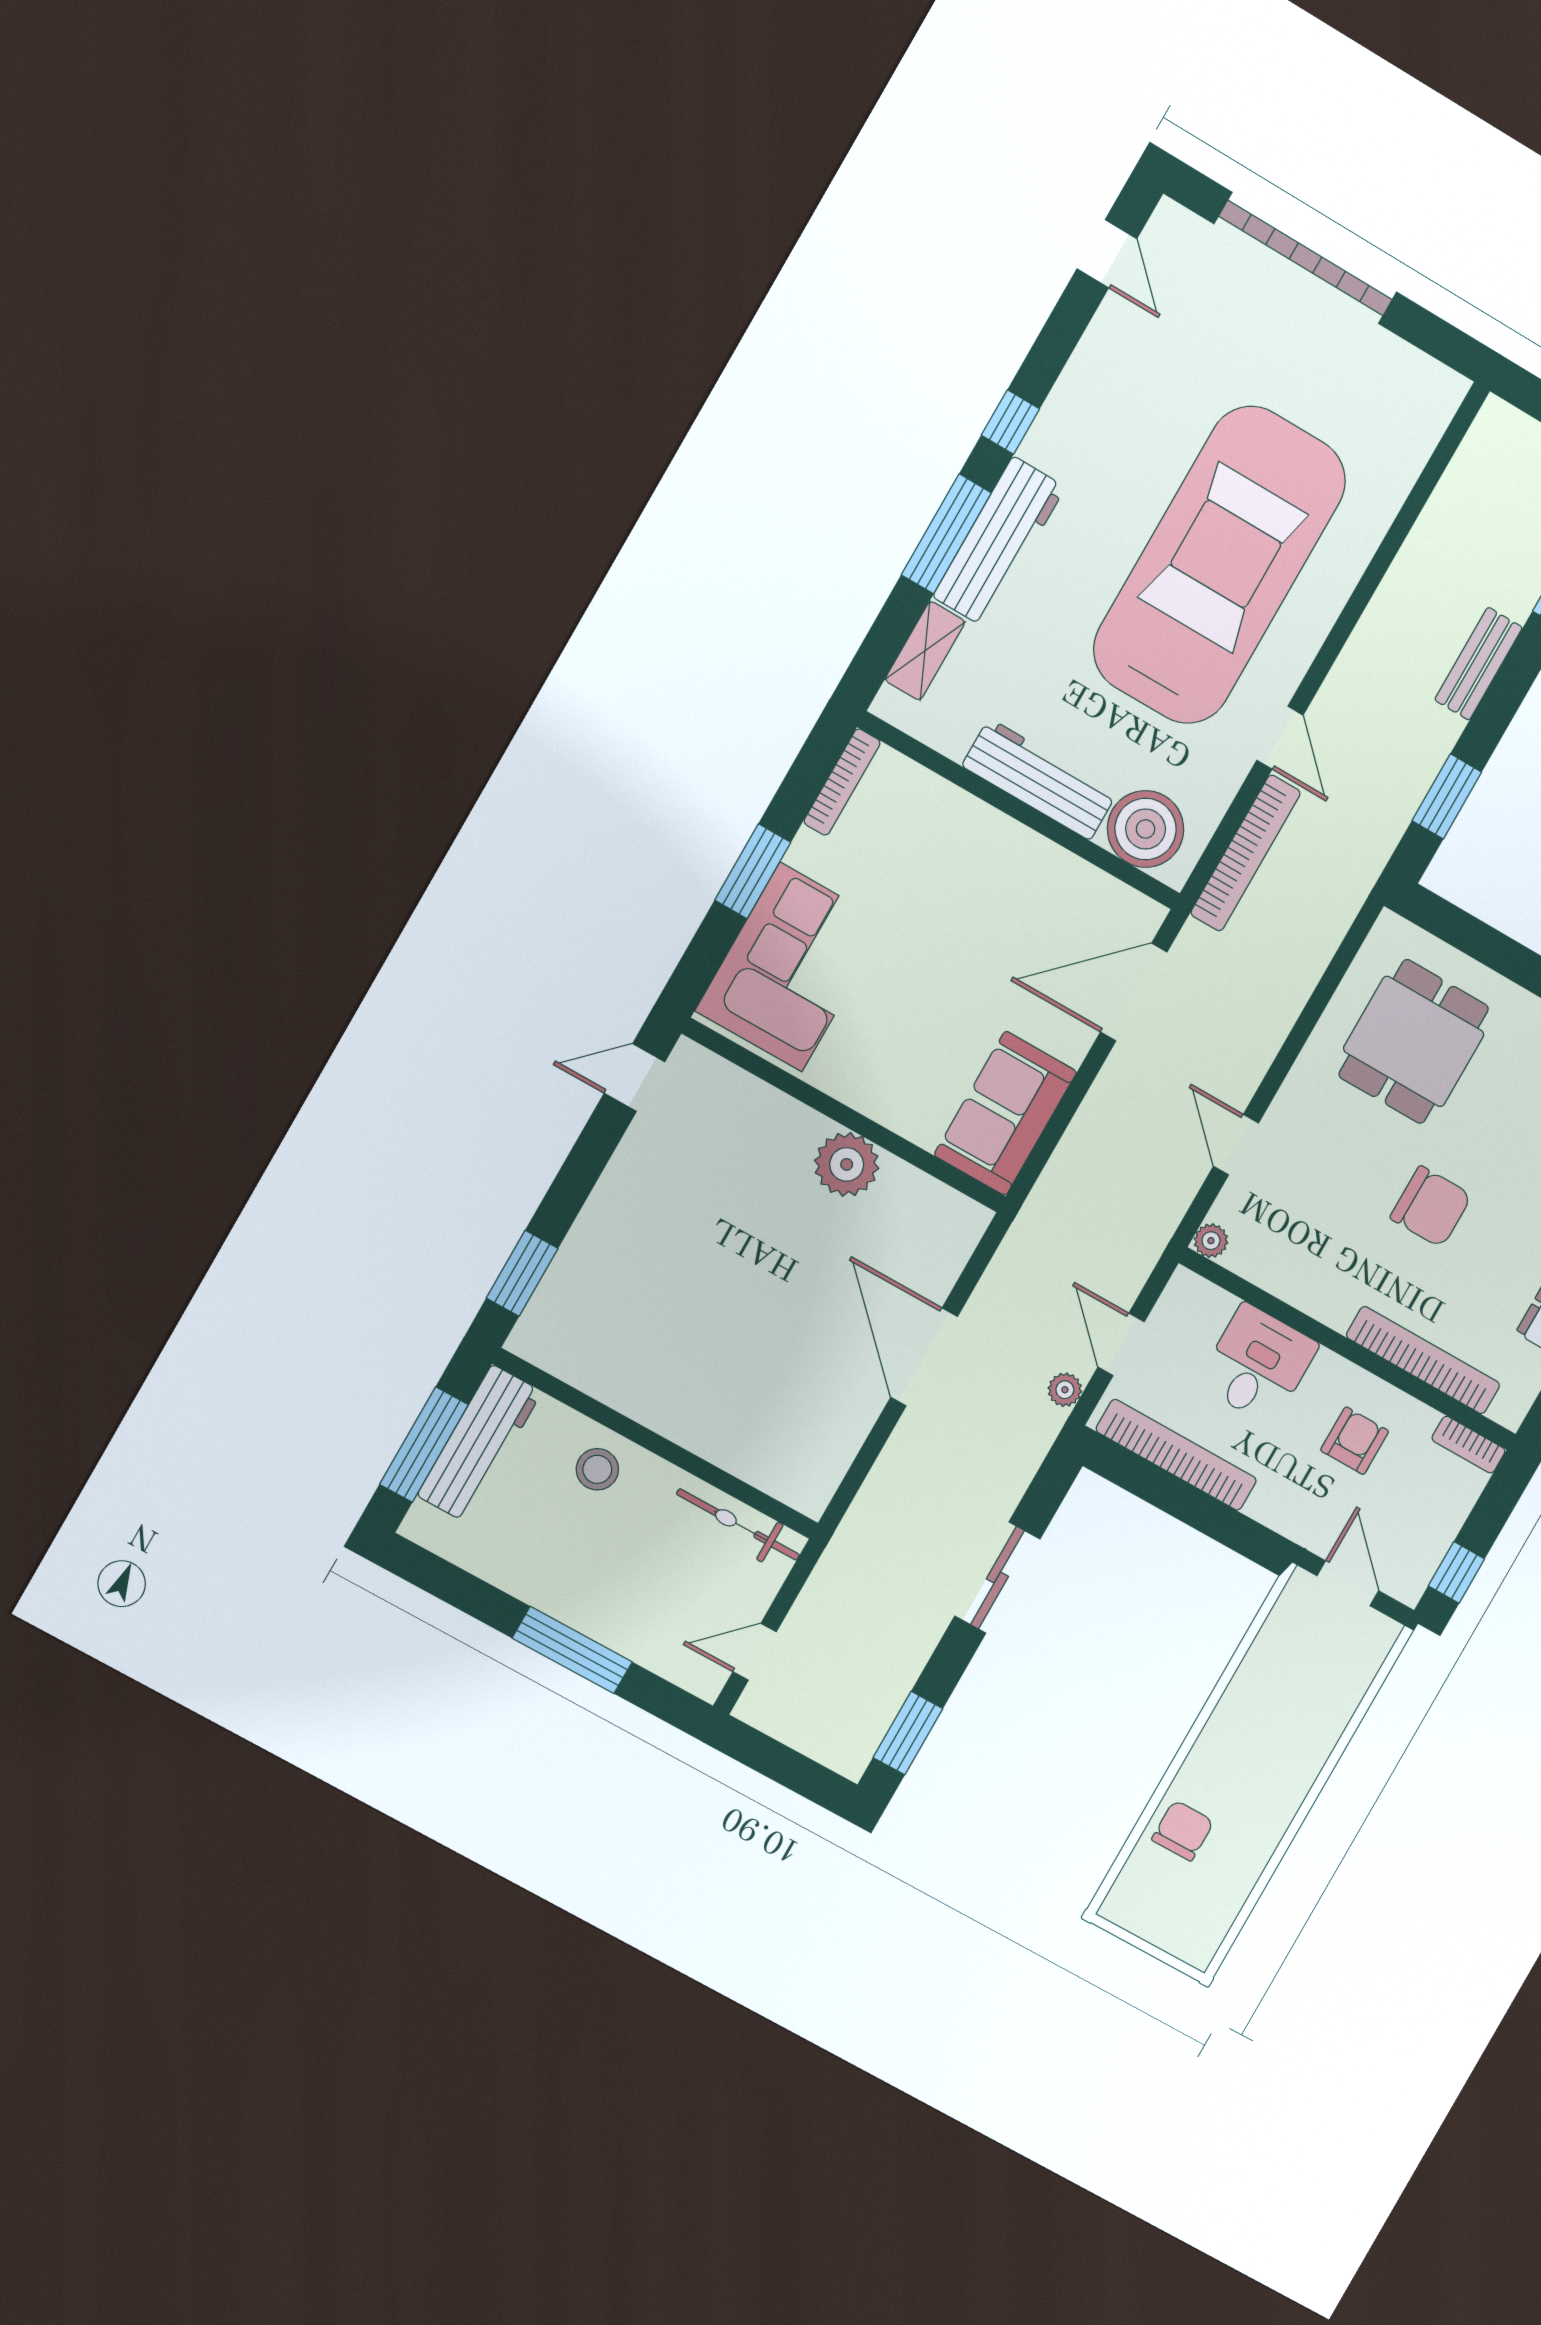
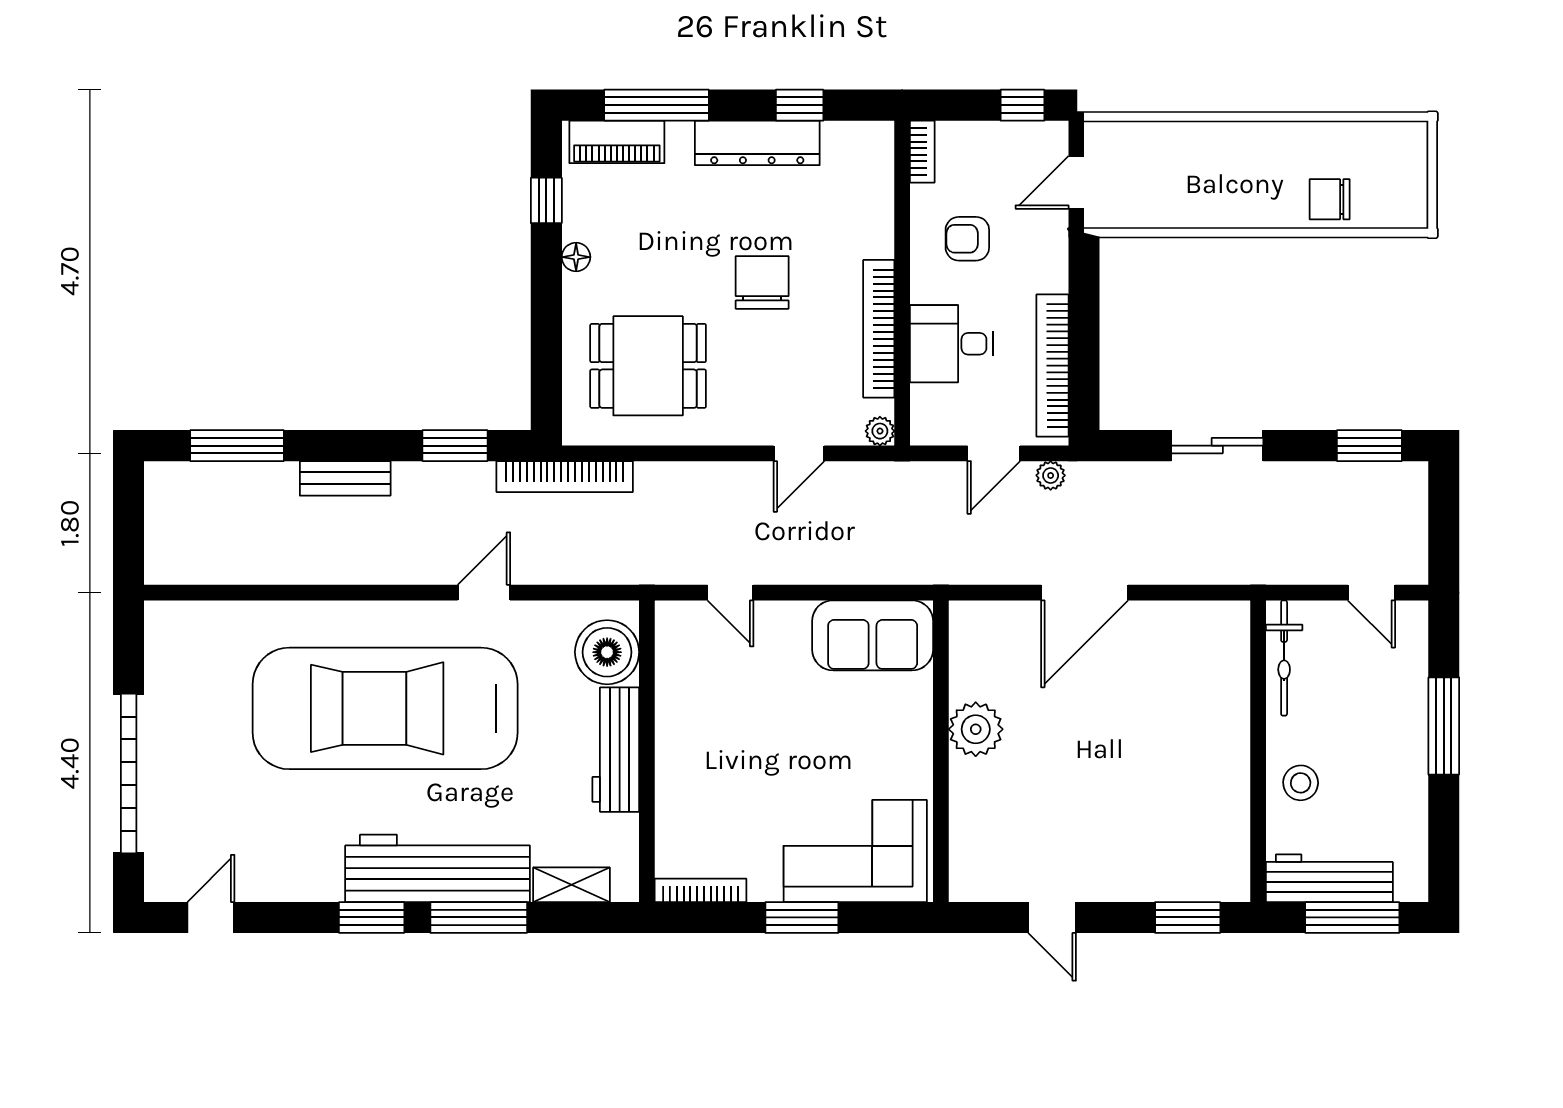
window: (1010, 422) -> (372, 917), width x1.50
workbench: (999, 542) -> (438, 868), width x1.36, depth x1.32
bookcase: (1246, 853) -> (565, 477), moved, turned 180
door: (1134, 992) -> (730, 593), width x0.53
door: (634, 1078) -> (1052, 917), moved
bookcase: (1423, 1360) -> (879, 329), moved

